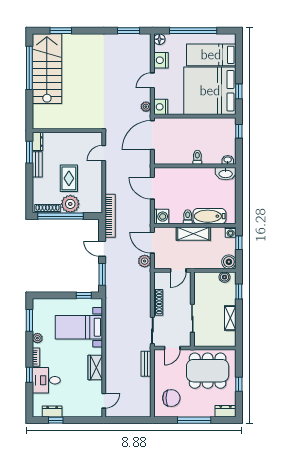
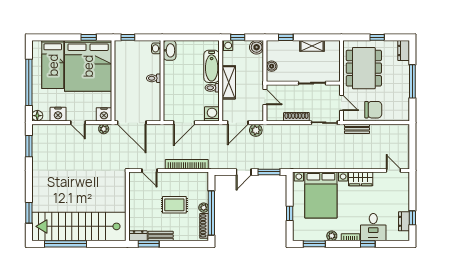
stairs: (47, 69) -> (79, 226), width x1.36
plant: (70, 204) -> (204, 208), width x0.53, depth x0.53
bookcase: (110, 216) -> (187, 164), moved
boiler: (224, 277) -> (272, 66), moved
window: (84, 295) -> (290, 213), moved
bed with nightstands: (79, 327) -> (321, 195), width x1.36
chair: (171, 398) -> (373, 110), moved, turned 90

